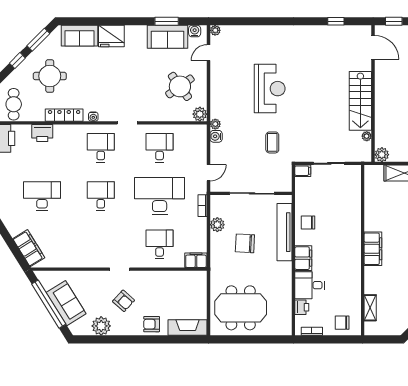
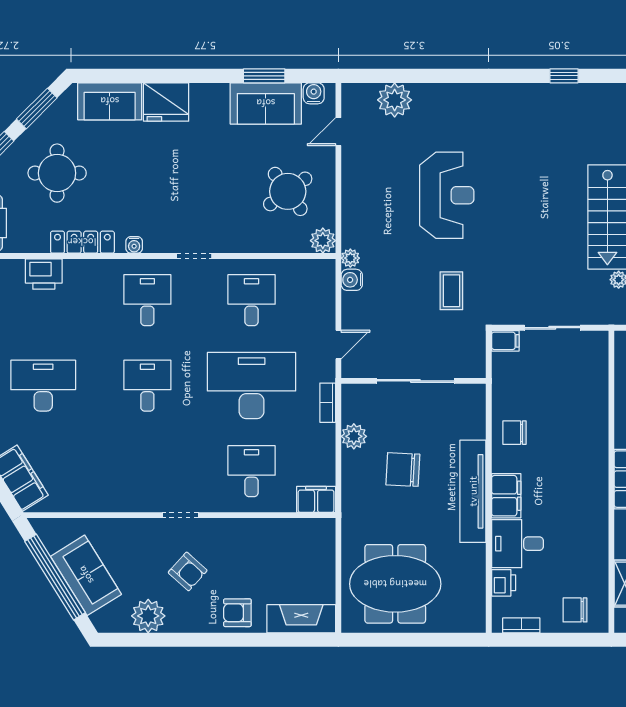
plant: (215, 30) -> (395, 100), moved, width x1.88, depth x1.88
tv unit: (284, 232) -> (473, 491), moved

